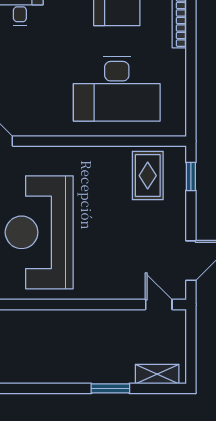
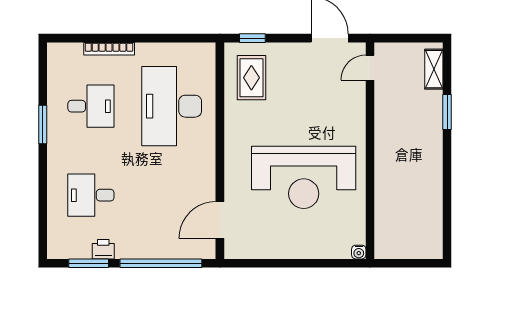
desk: (117, 89) -> (172, 106), turned 180
rug: (148, 176) -> (251, 78), turned 90

